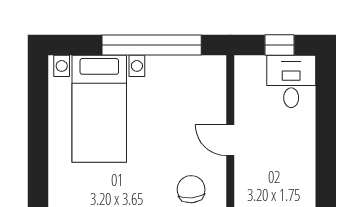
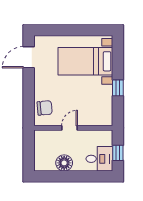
window: (152, 45) -> (118, 88), width x0.32
floor lamp: (299, 151) -> (64, 163), added

